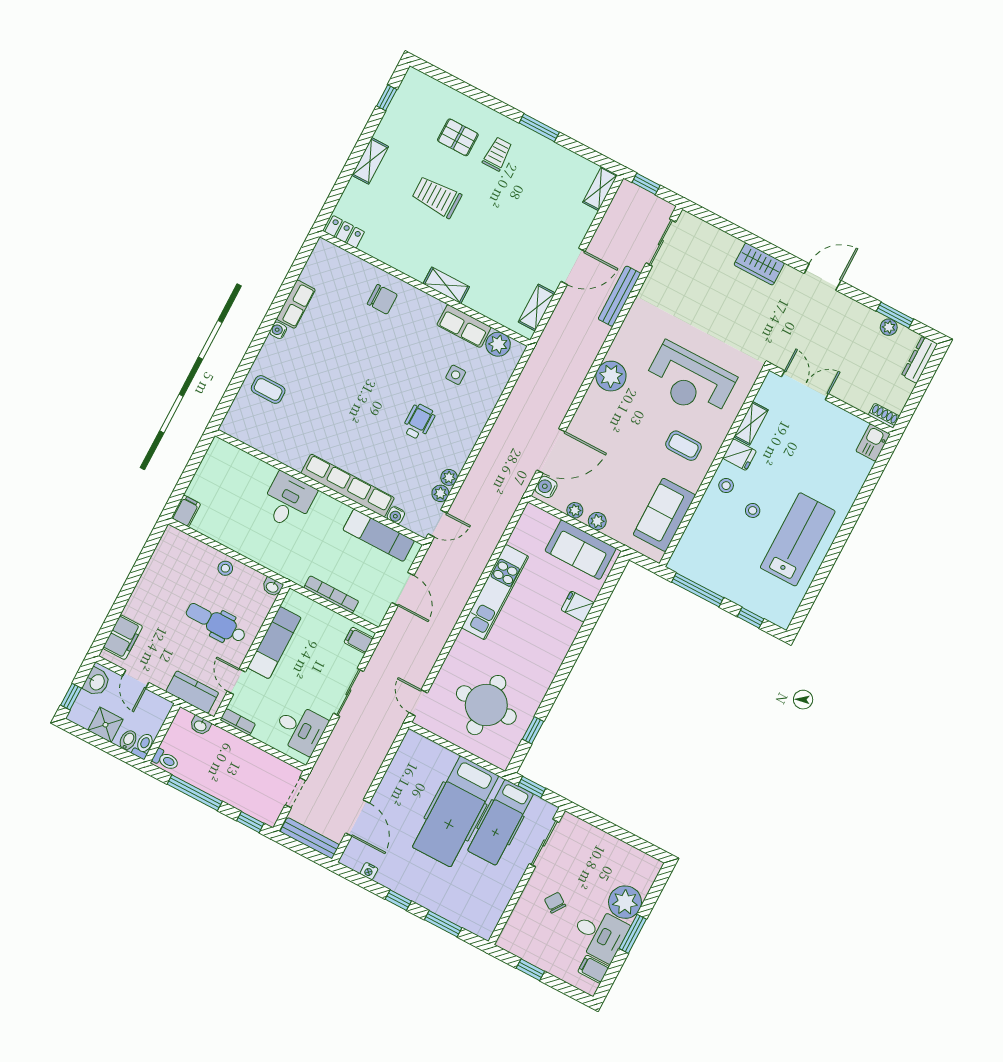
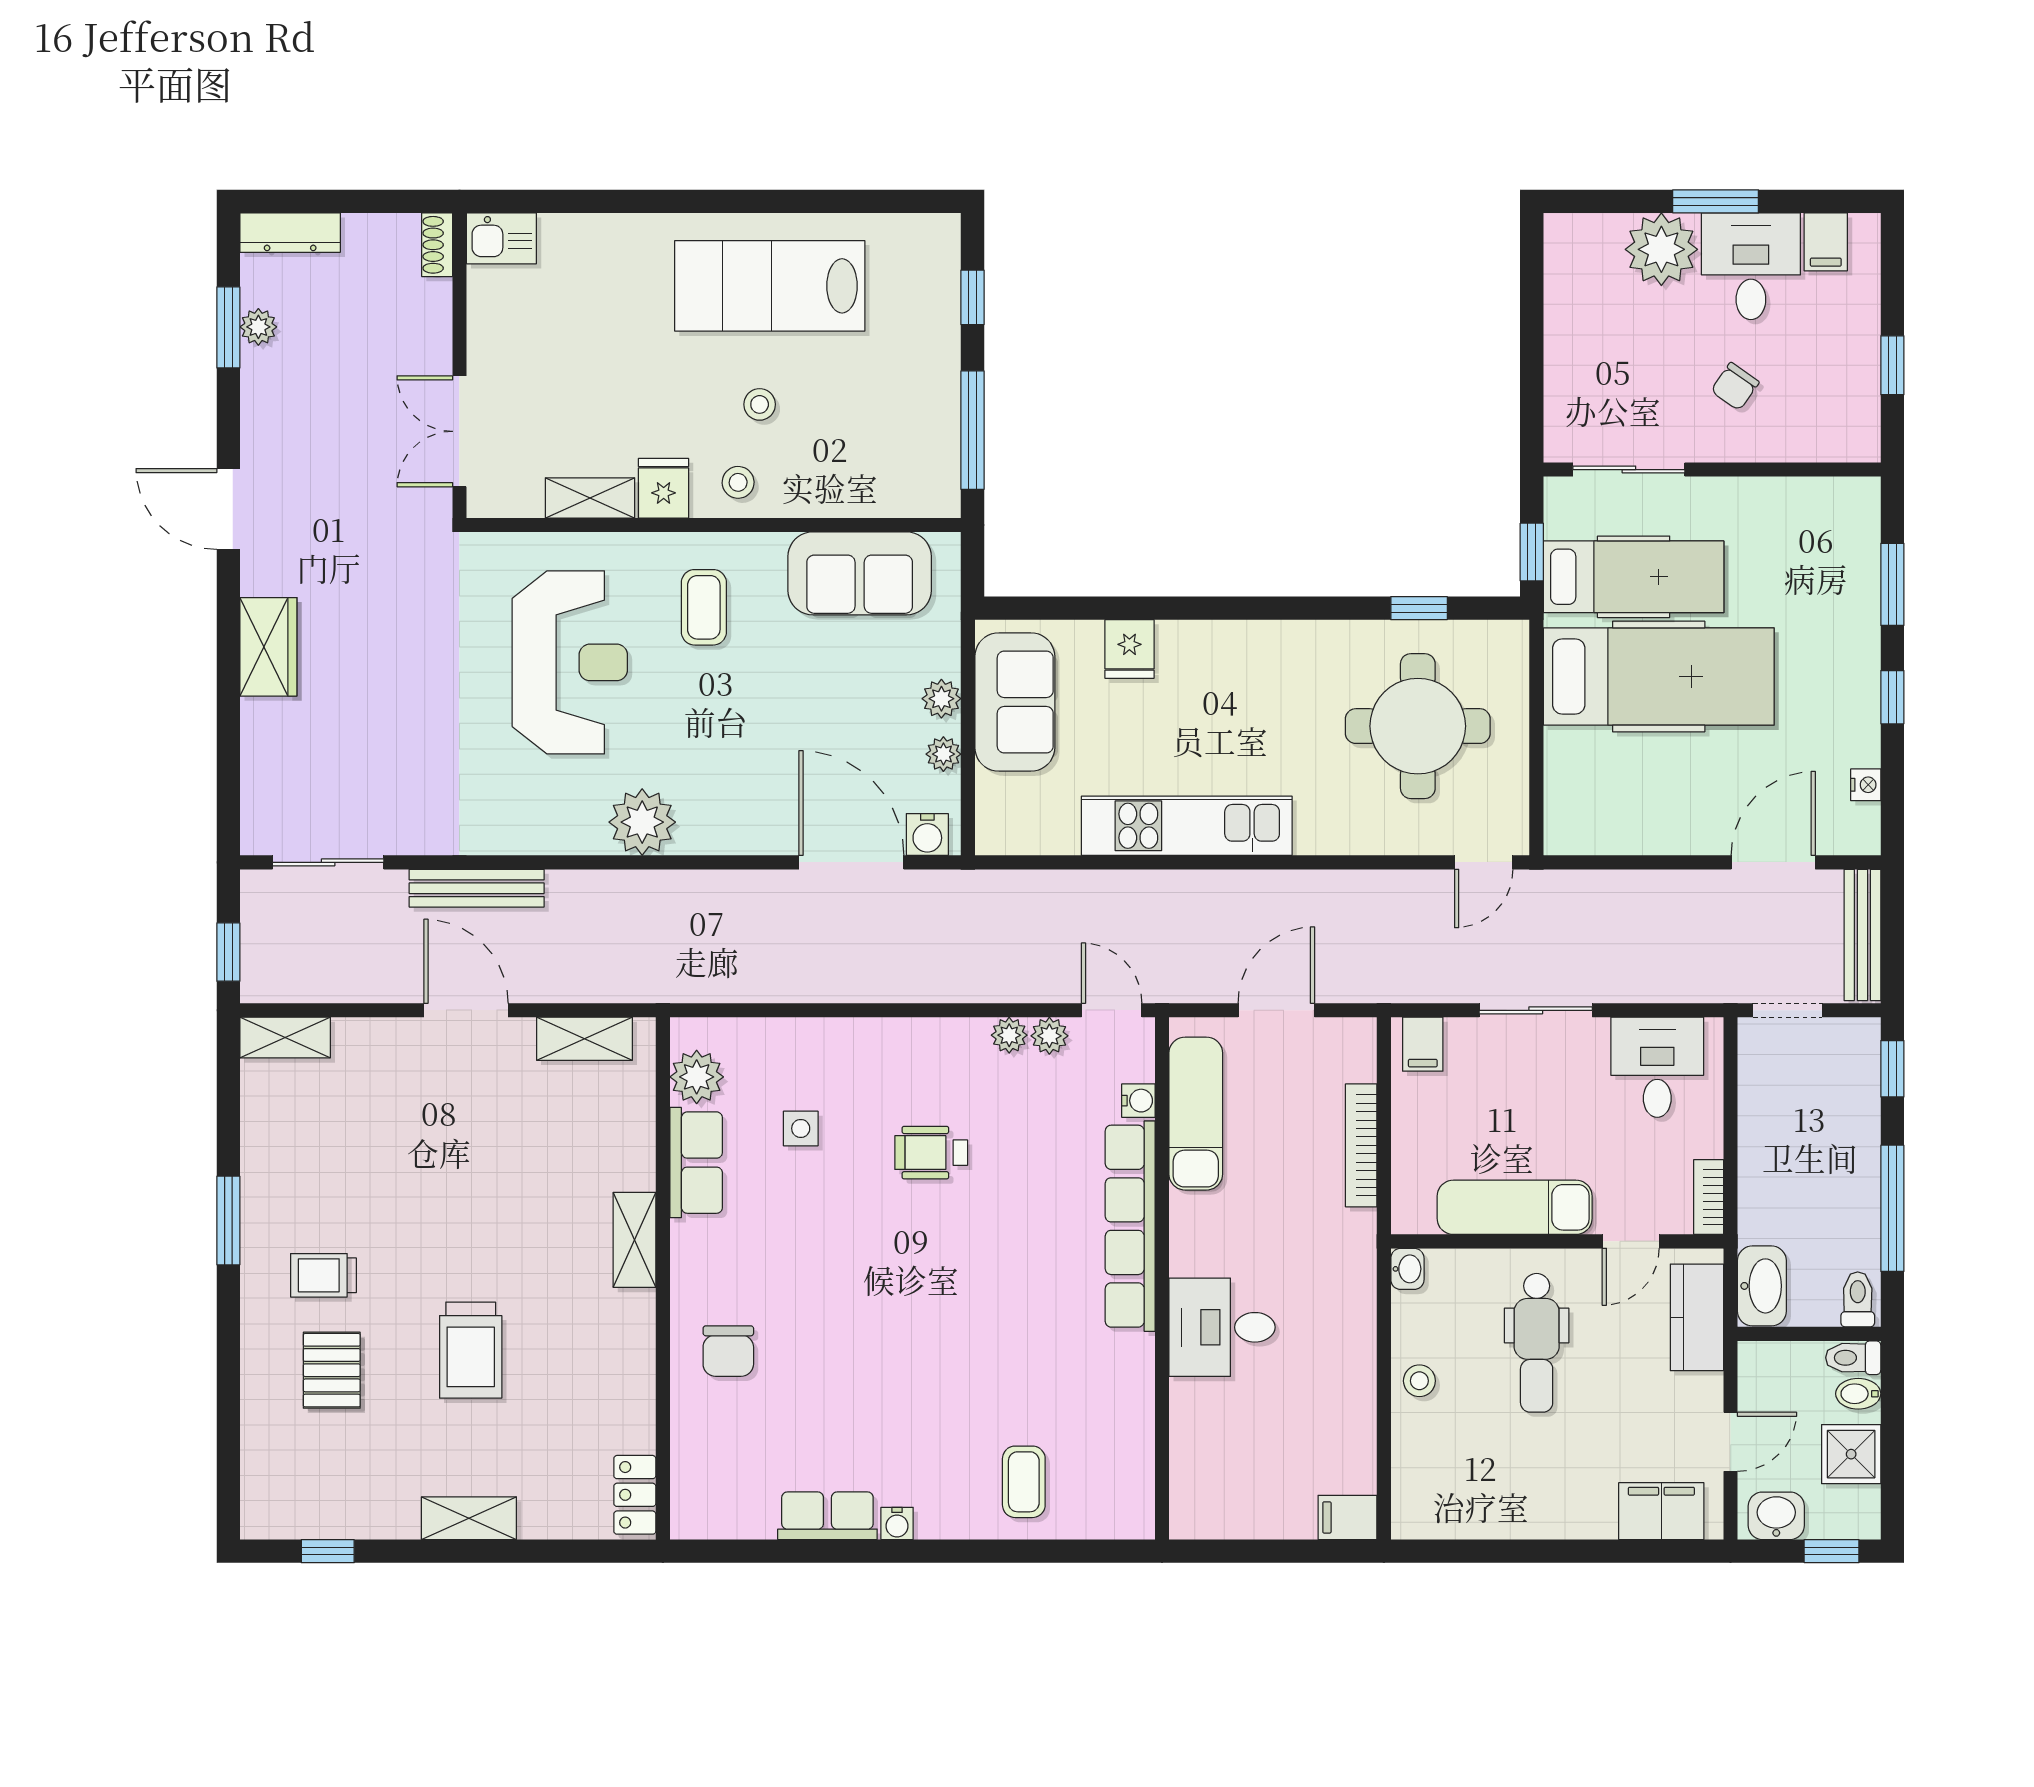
chair: (382, 299) -> (728, 1351), turned 180
washbasin: (200, 726) -> (1762, 1286), width x1.91, depth x1.45

